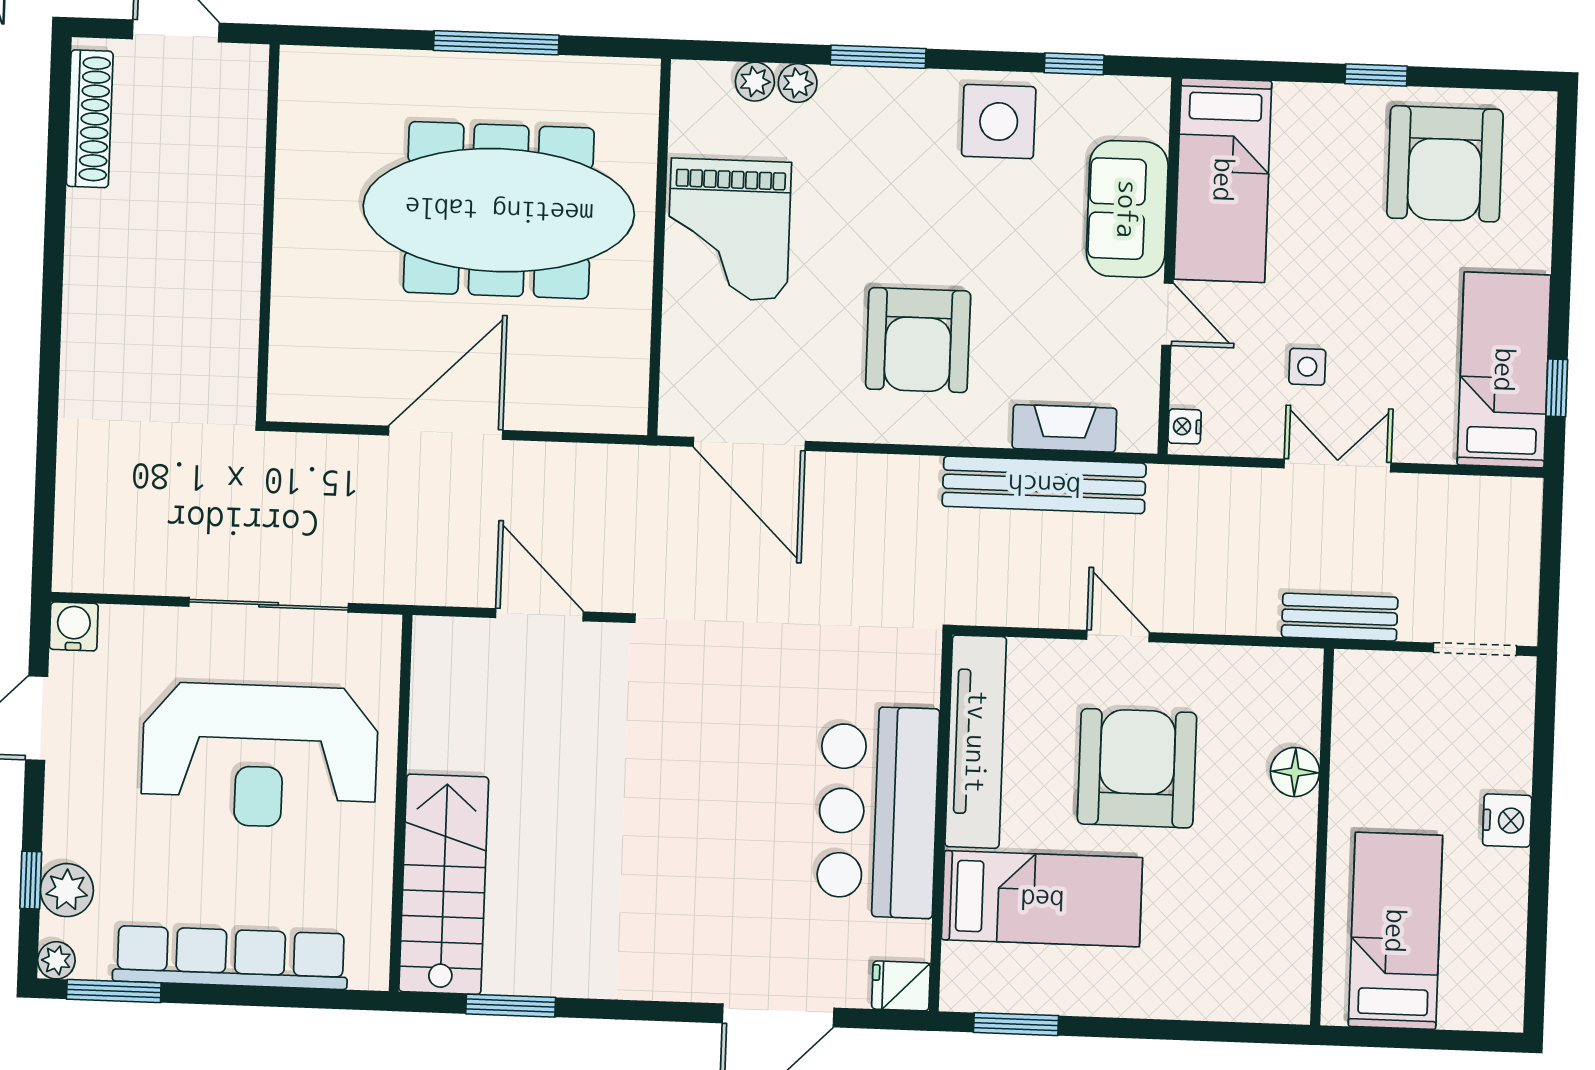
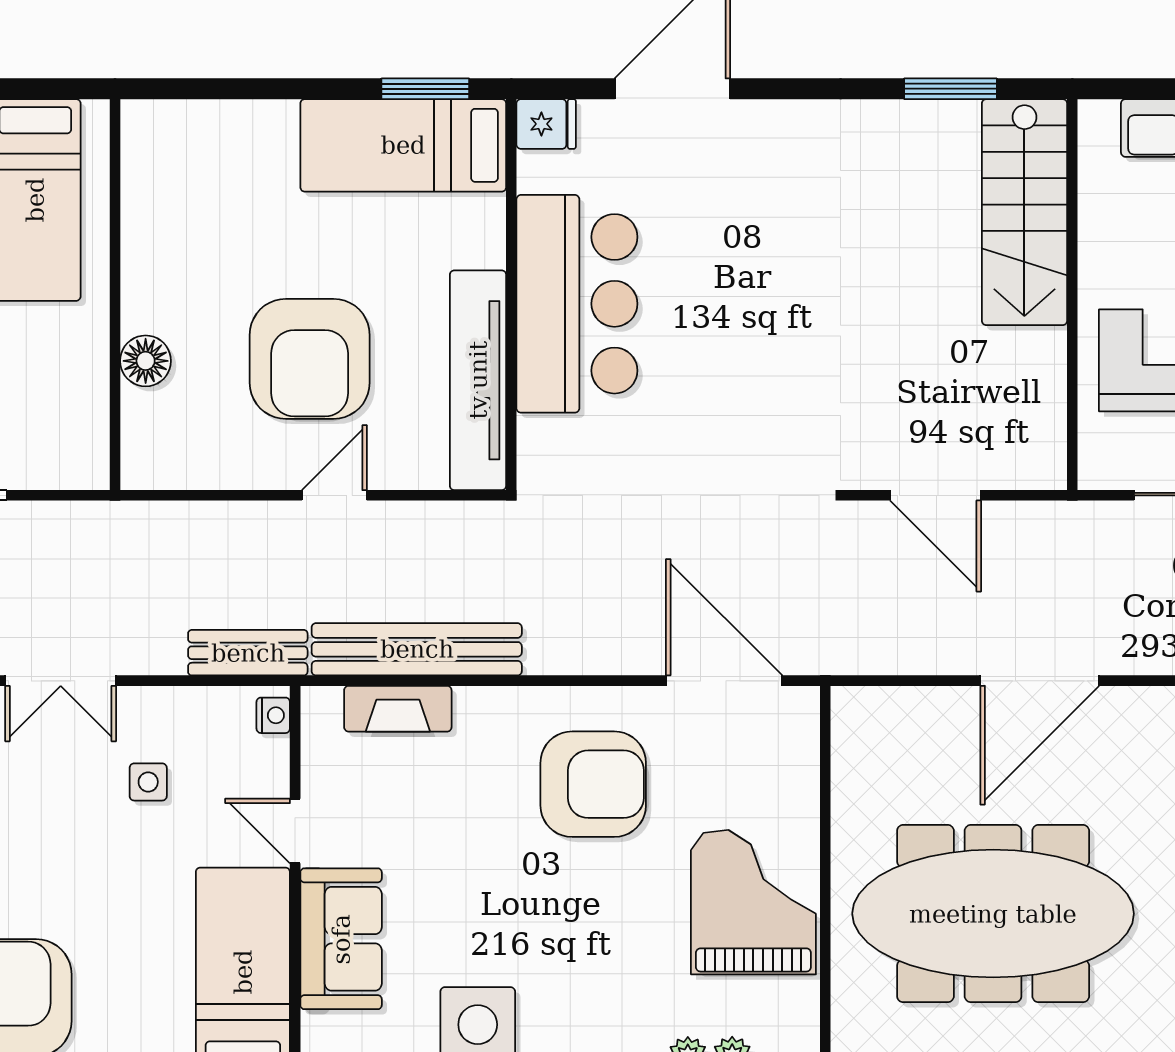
armchair: (918, 340) -> (593, 784), moved, turned 90
double door: (1337, 465) -> (61, 681), moved
bench: (1340, 617) -> (248, 653), moved
door: (1118, 636) -> (334, 495), swing flipped
bed: (1042, 899) -> (403, 145), moved

